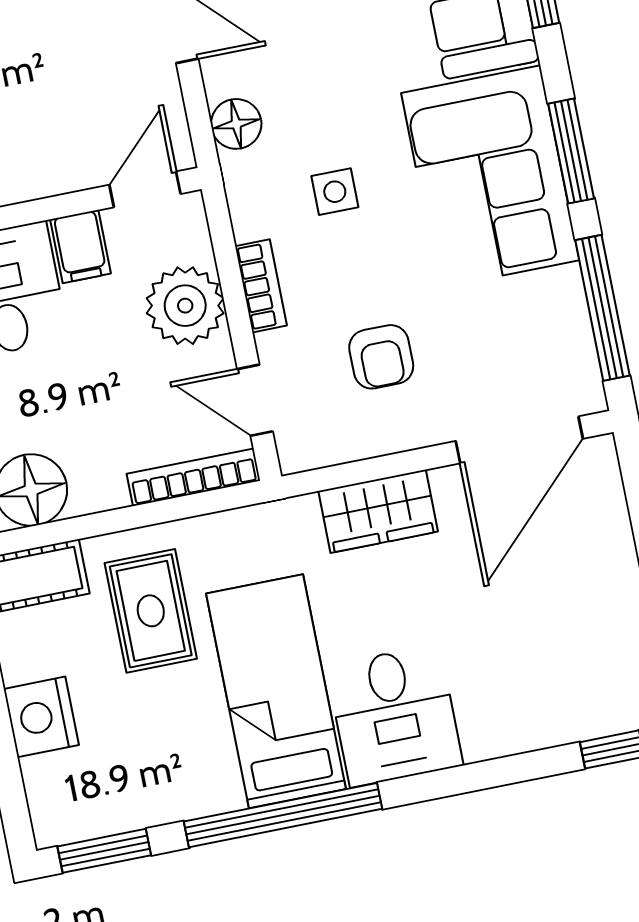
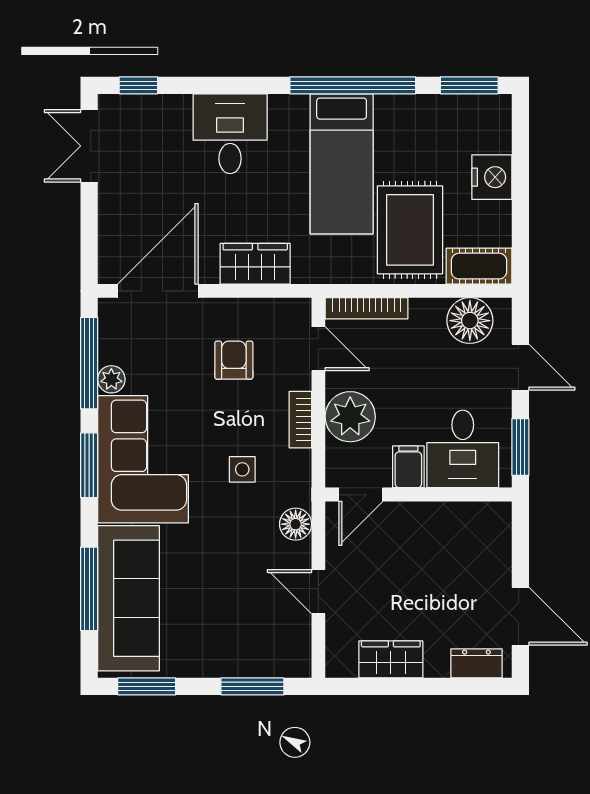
plant: (563, 290) -> (111, 379), added
rug: (151, 611) -> (410, 230), width x1.36, depth x1.43
desk: (395, 716) -> (230, 134), moved

